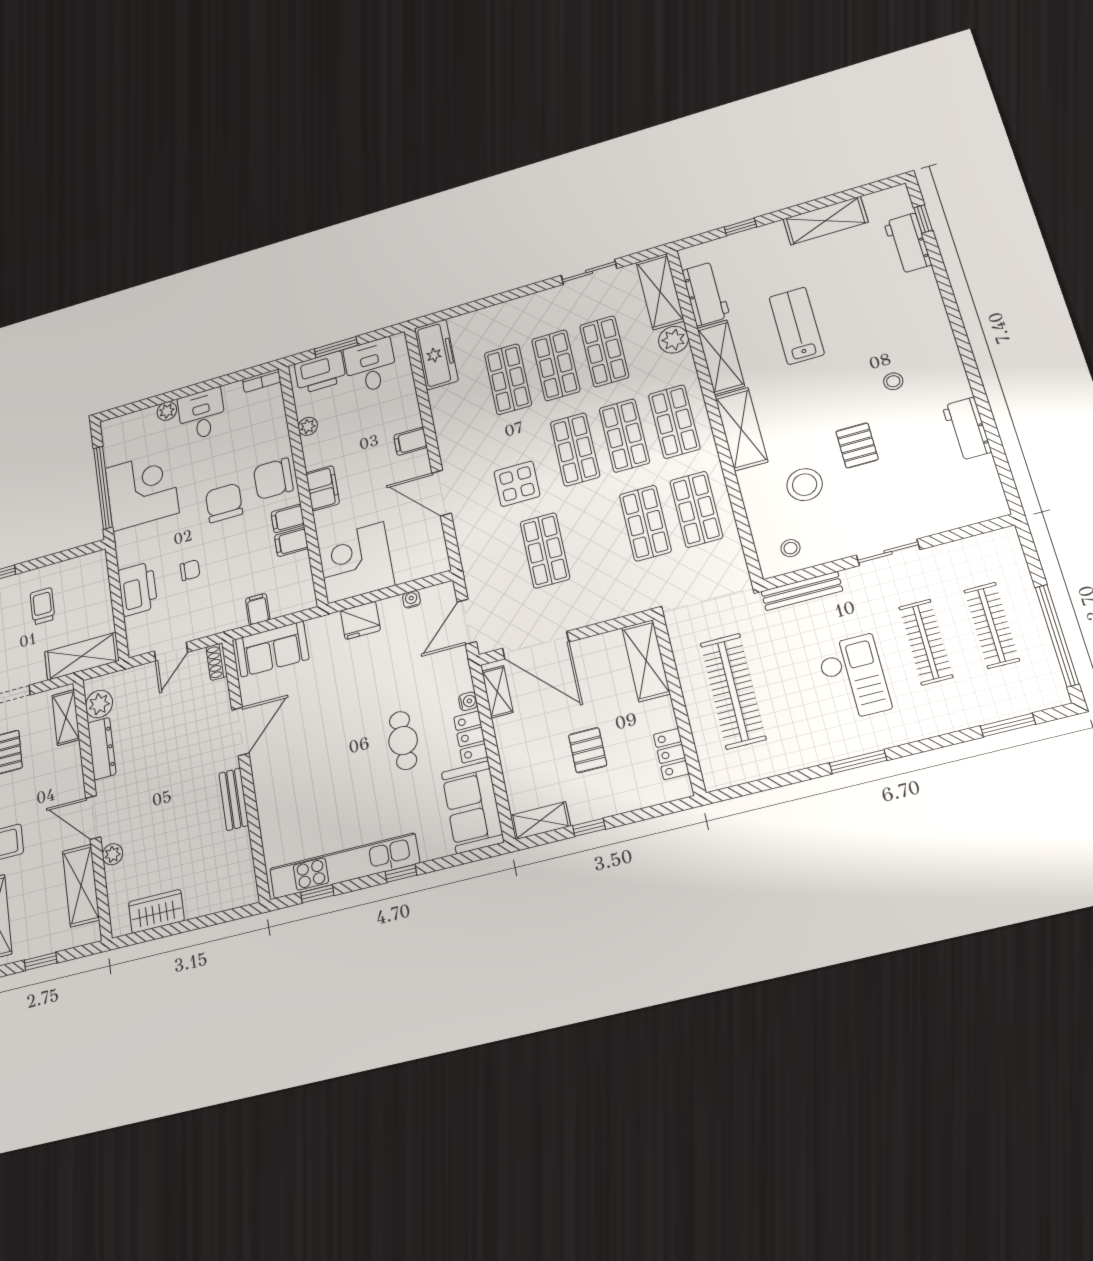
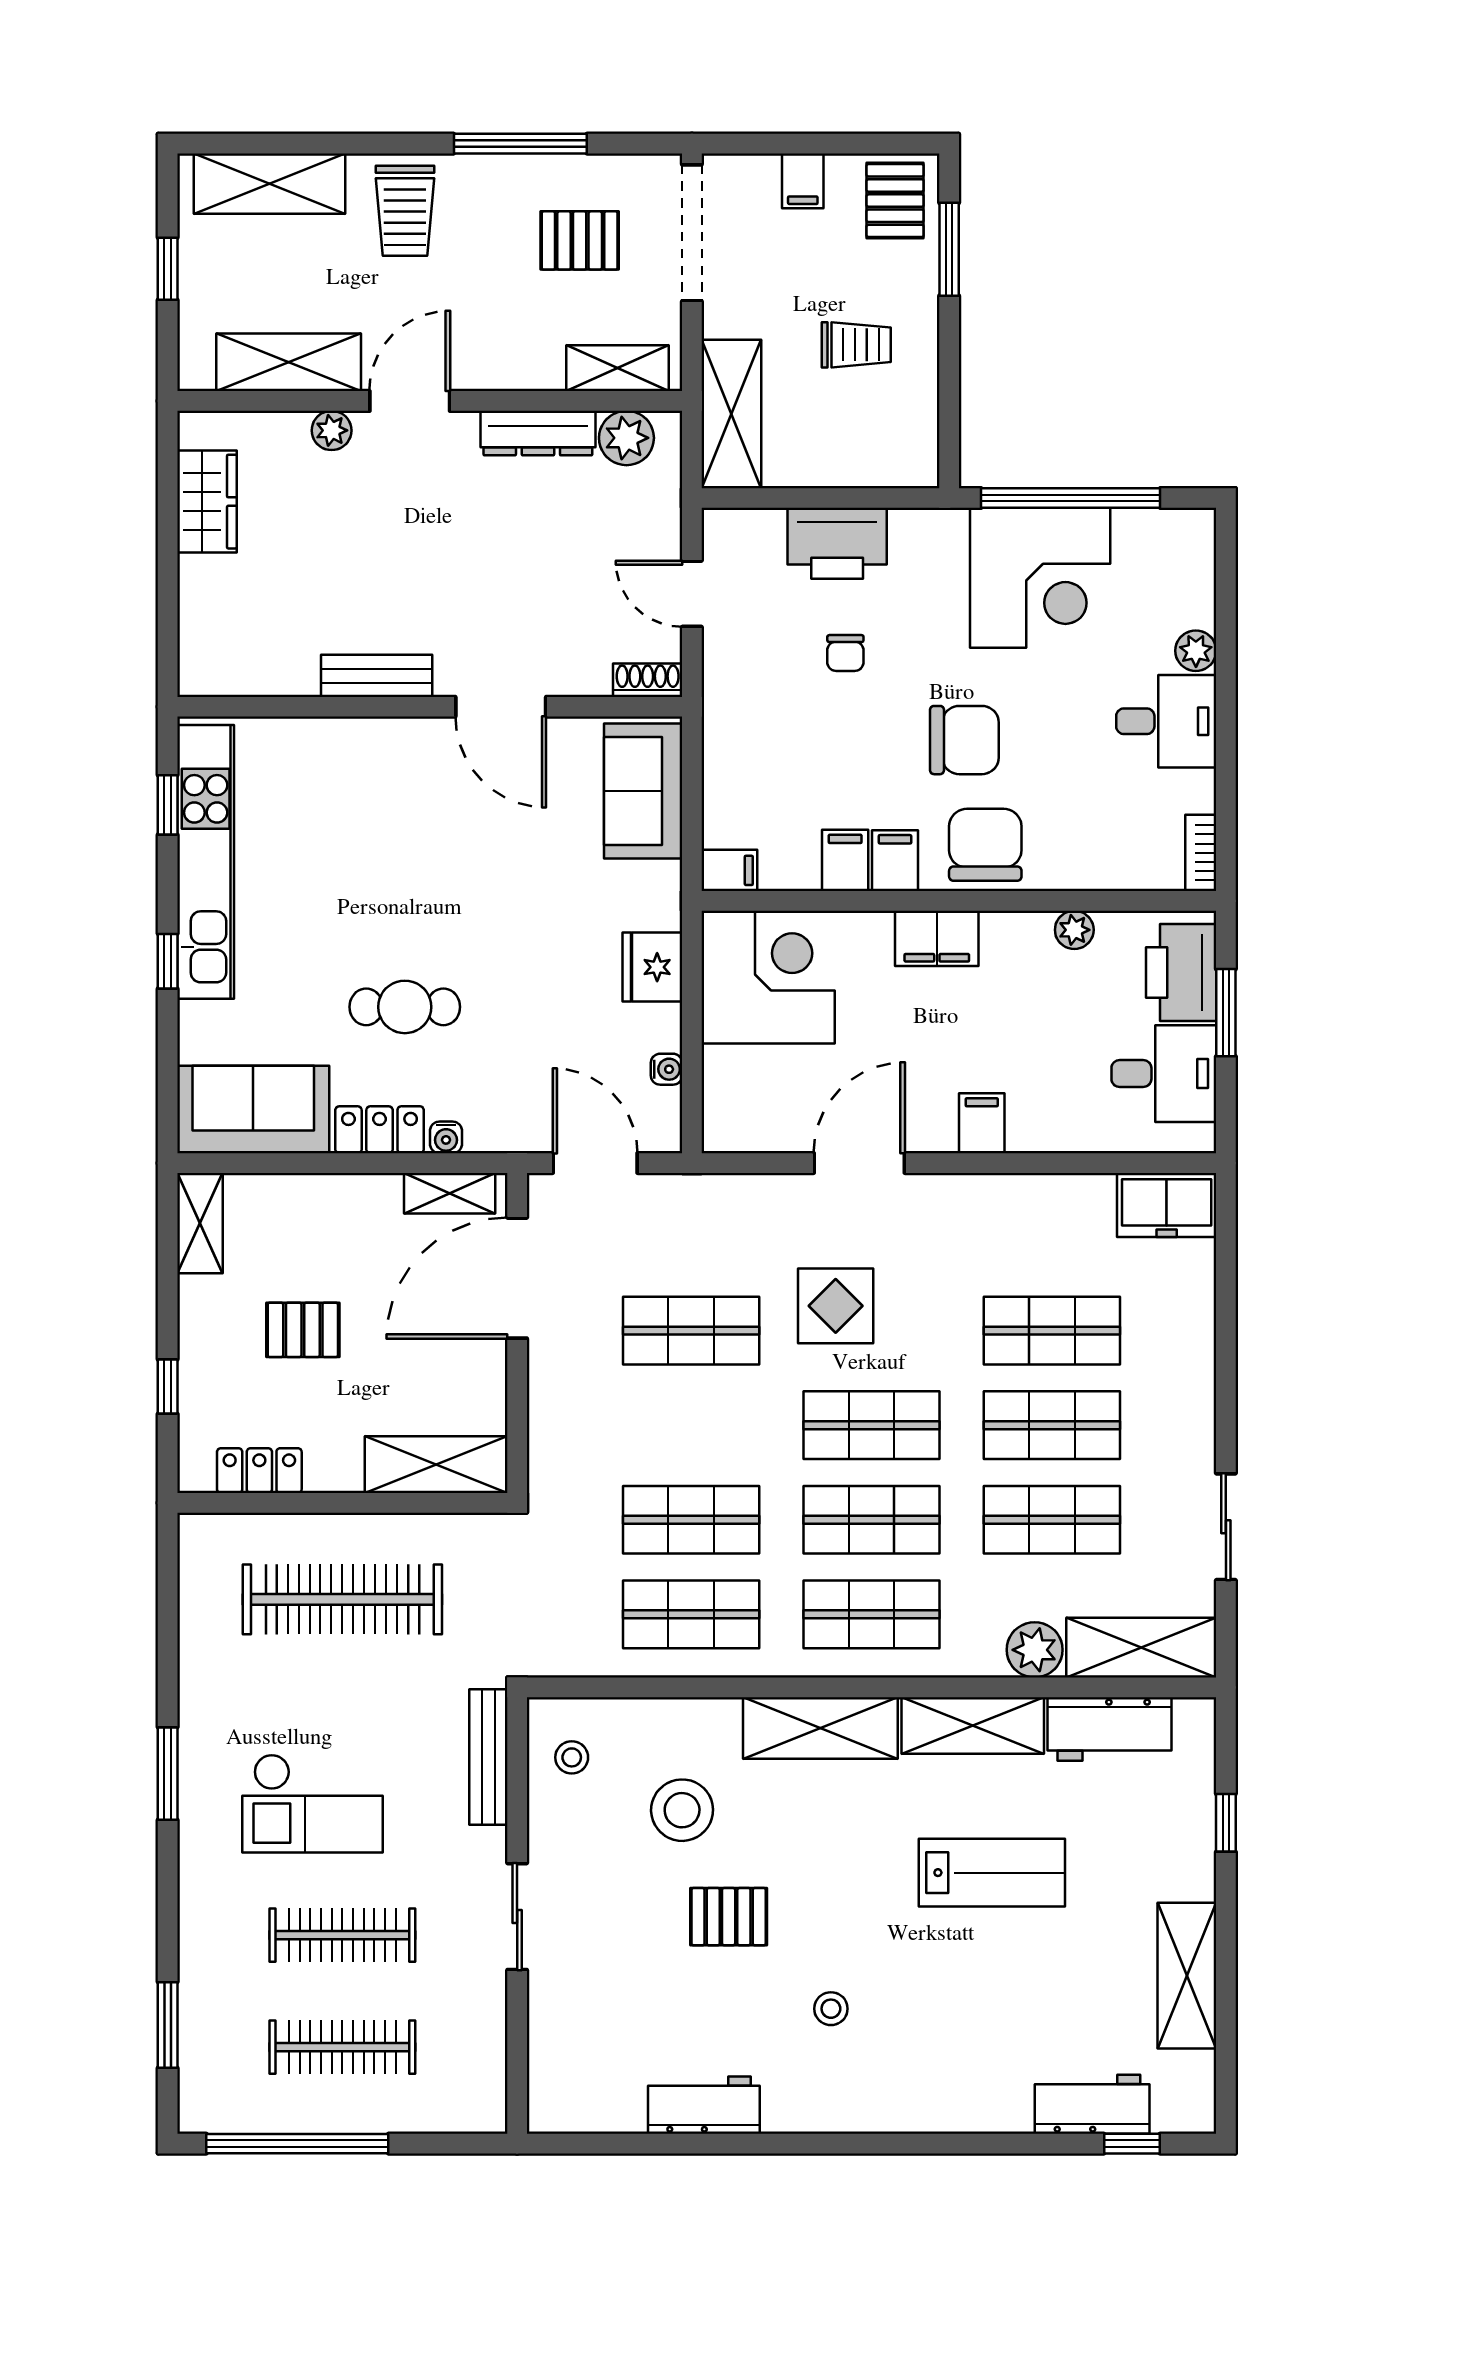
freezer: (436, 354) -> (1167, 1205), width x0.71
filing cabinet: (258, 609) -> (729, 870), moved
window: (589, 827) -> (168, 1387), moved

